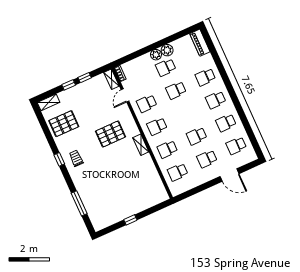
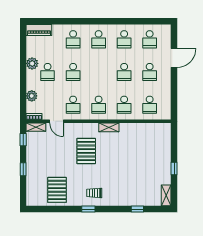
plant: (156, 55) -> (32, 96), moved
window: (85, 78) -> (23, 140), moved
shelving: (49, 102) -> (166, 195), moved
window: (79, 203) -> (137, 209), width x0.46

